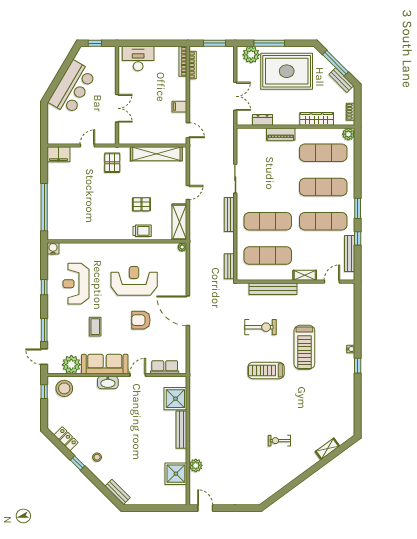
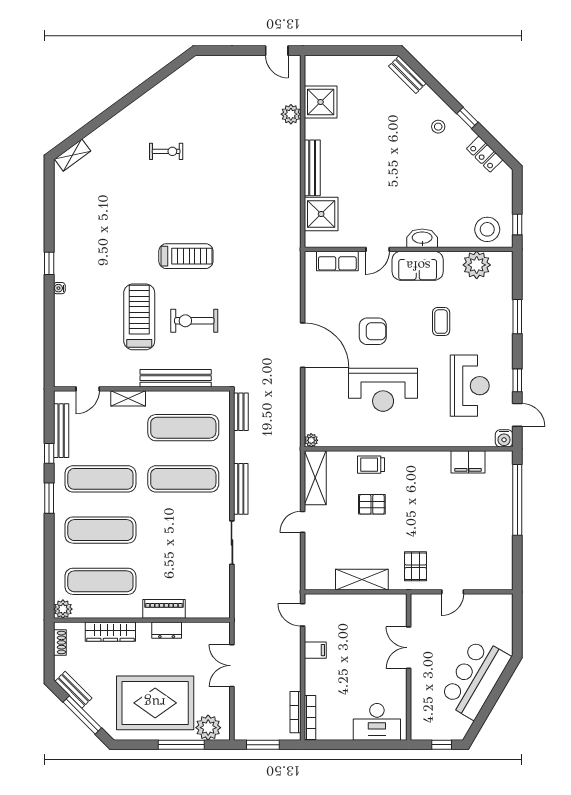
dresser: (263, 120) -> (167, 630), moved
filing cabinet: (59, 154) -> (468, 462), moved, turned 180
shelving: (156, 154) -> (362, 580), width x0.68
treadmill: (304, 347) -> (139, 317), moved
door: (44, 357) -> (517, 415), moved
sofa: (105, 364) -> (418, 266), width x0.73
shelving: (327, 449) -> (73, 155), moved

